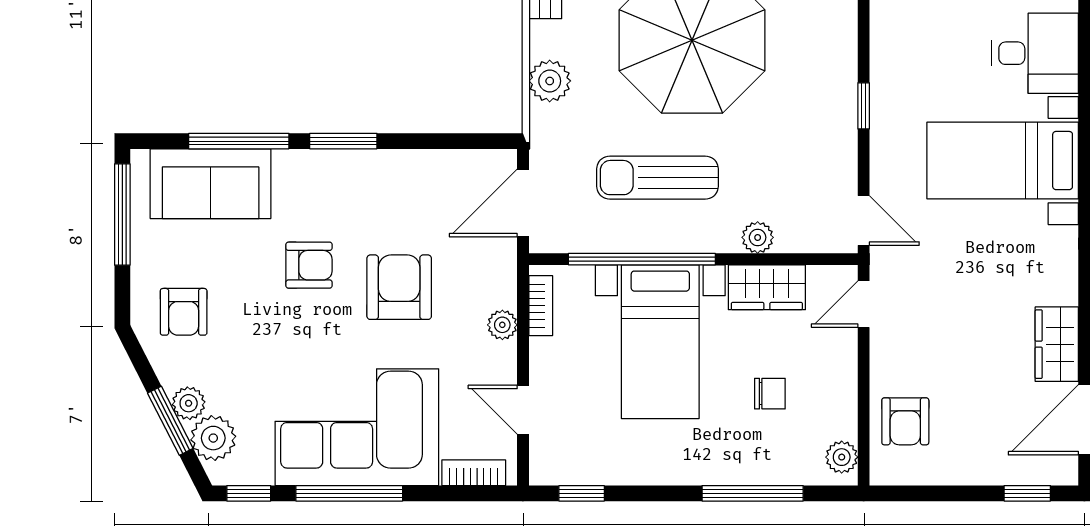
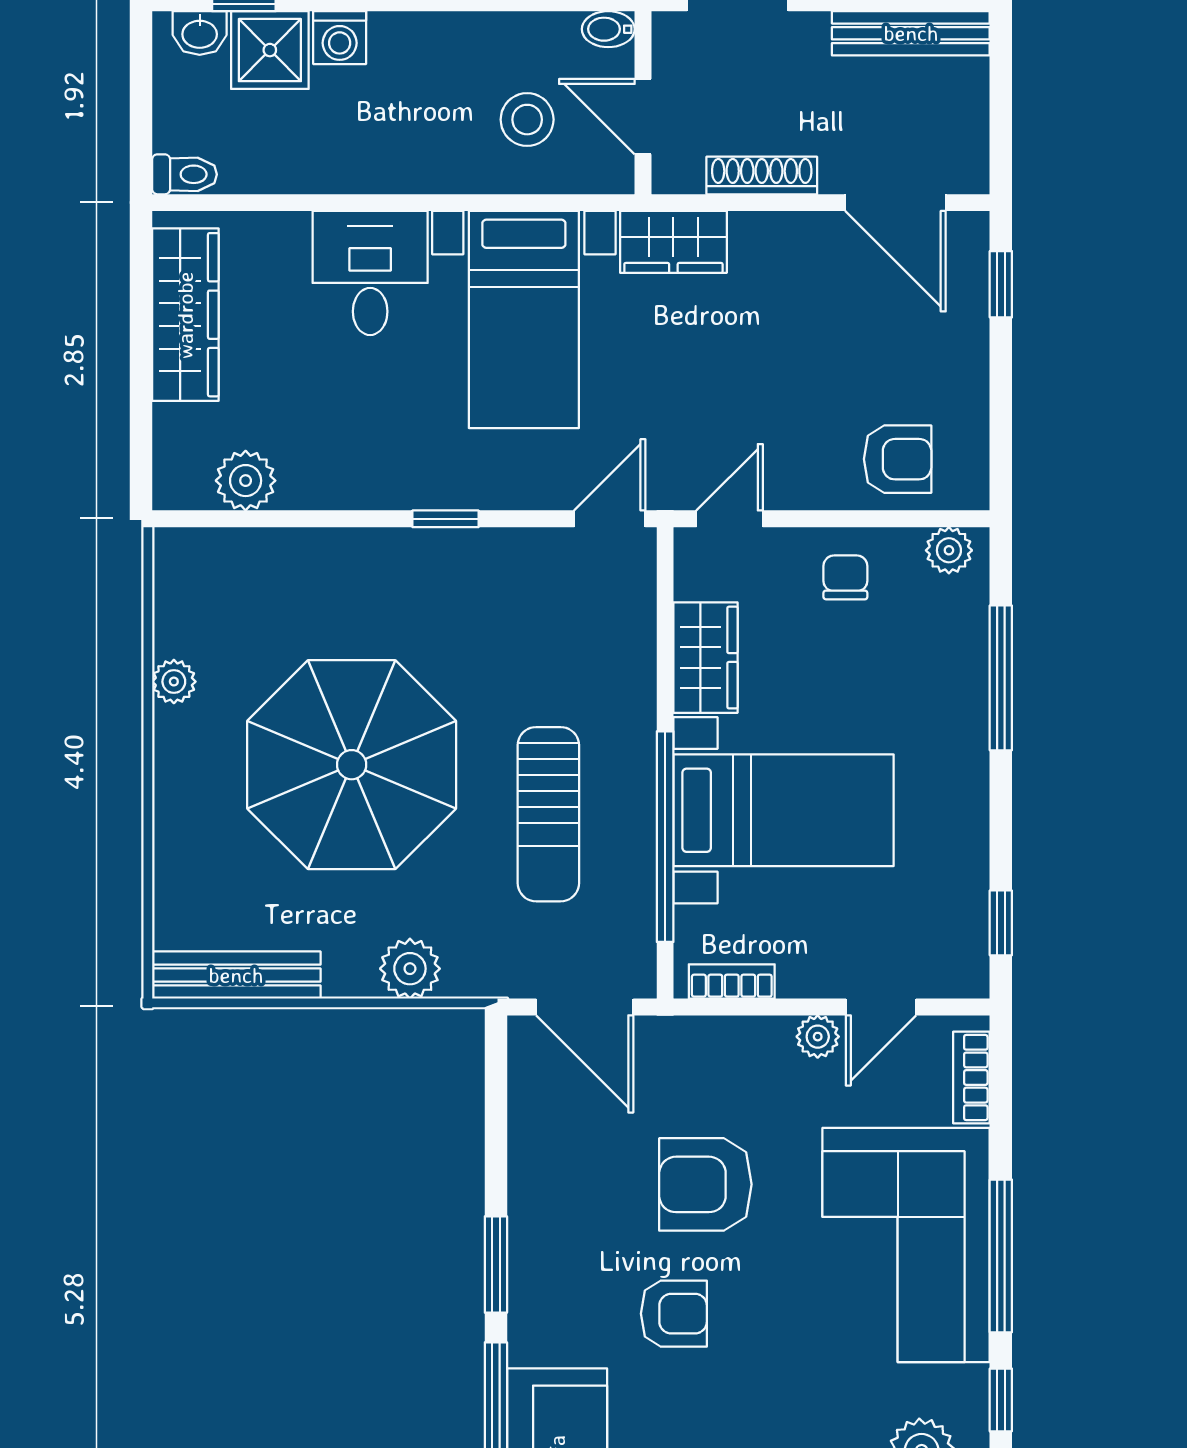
plant: (758, 237) -> (634, 671), removed
armchair: (309, 265) -> (674, 1314), turned 90
door: (864, 304) -> (730, 519), swing flipped
plant: (502, 325) -> (818, 1037), moved
wardrobe: (1057, 344) -> (673, 242), moved
chair: (770, 394) -> (845, 577), moved

